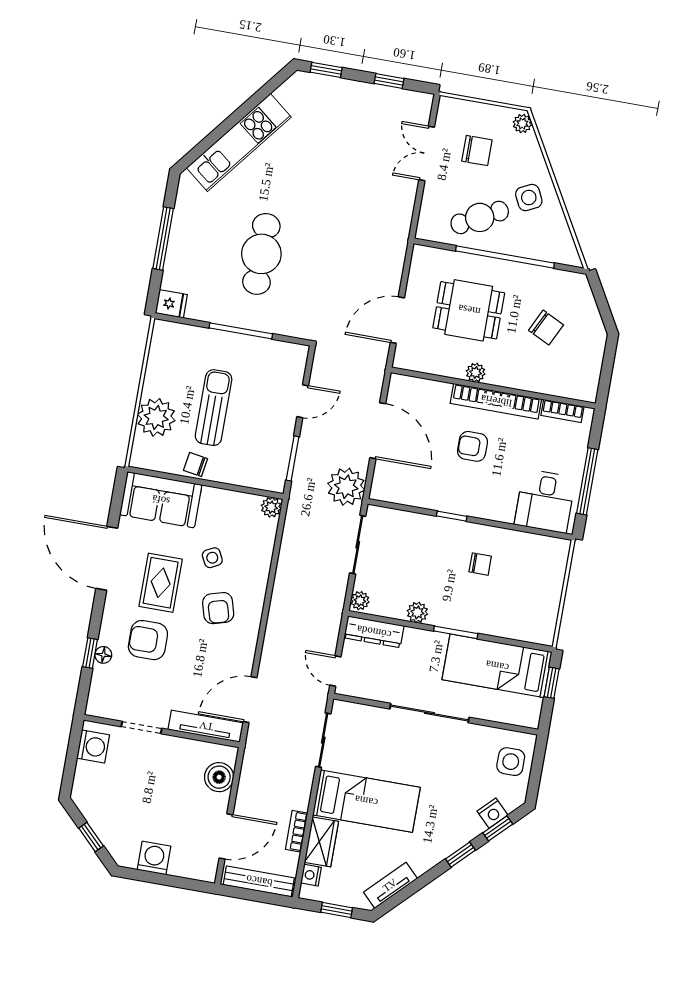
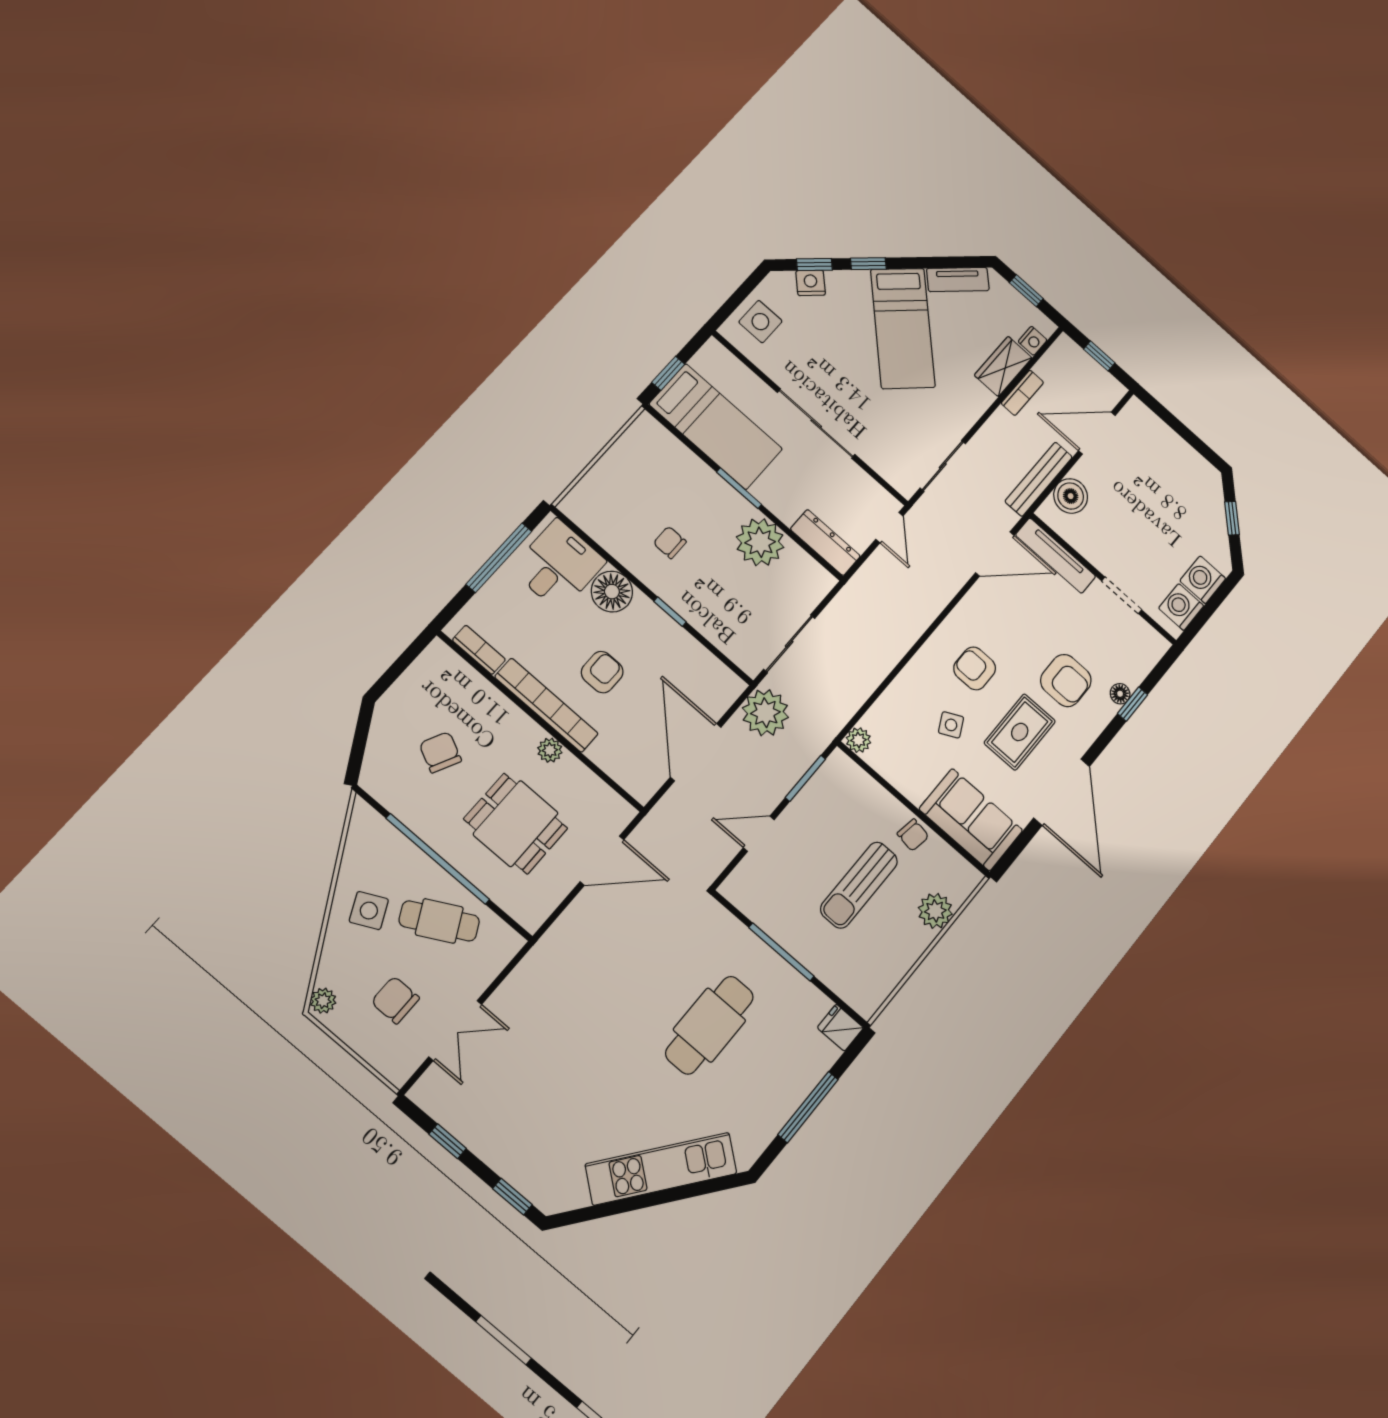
plant: (156, 417) -> (935, 911), width x0.73, depth x0.73
armchair: (472, 446) -> (602, 672), turned -90
floor lamp: (499, 505) -> (612, 592), added
plant: (360, 601) -> (821, 584), removed
armchair: (218, 608) -> (975, 668), turned -74
plant: (417, 612) -> (760, 542), width x1.88, depth x1.88
bed: (366, 801) -> (903, 328), moved, turned -135
washing machine: (154, 858) -> (1203, 580), moved, turned 90
bench: (259, 881) -> (1039, 479), moved, turned 90
window: (256, 896) -> (1099, 356), added

